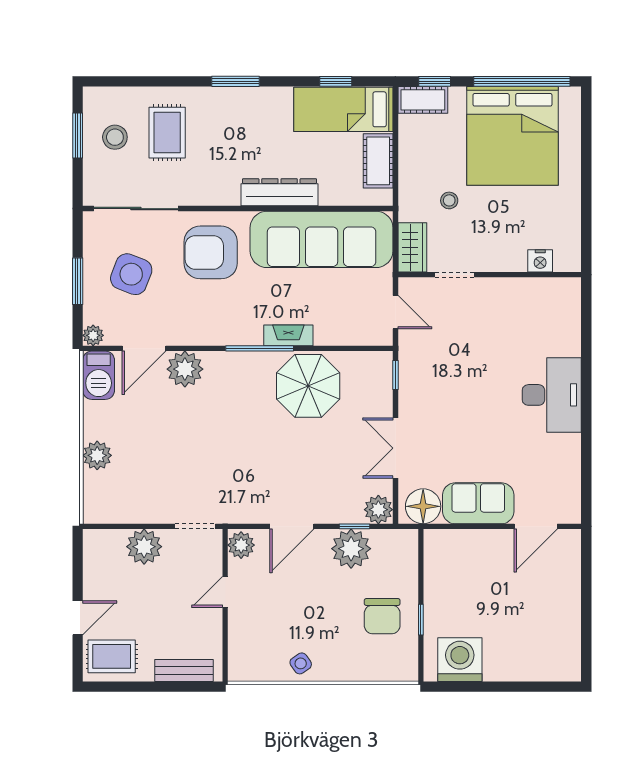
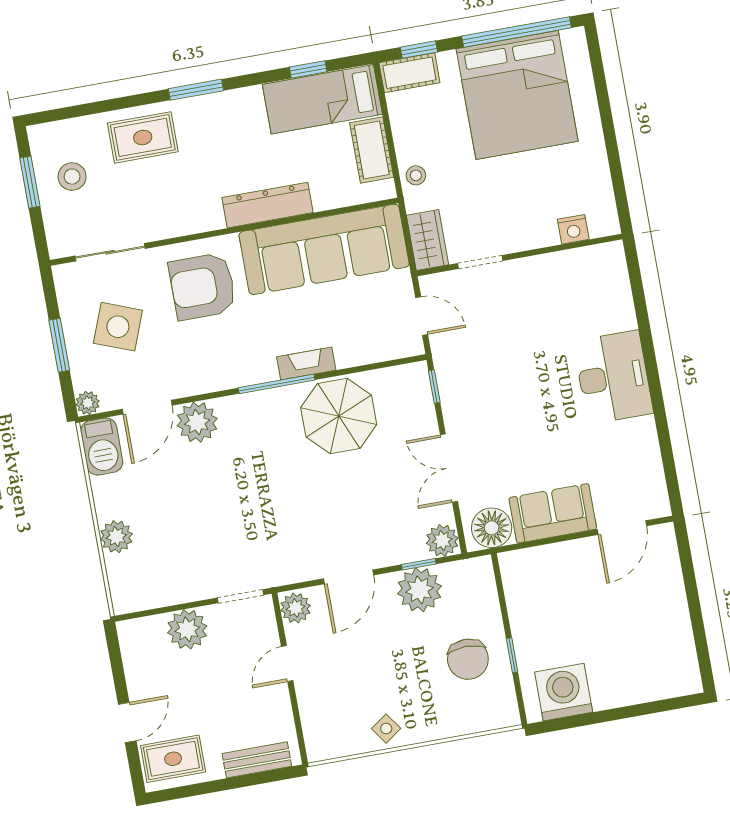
rug: (167, 133) -> (143, 137), moved, turned 90
stool: (449, 200) -> (416, 175), moved
sliding door: (136, 209) -> (110, 252), width x0.73

